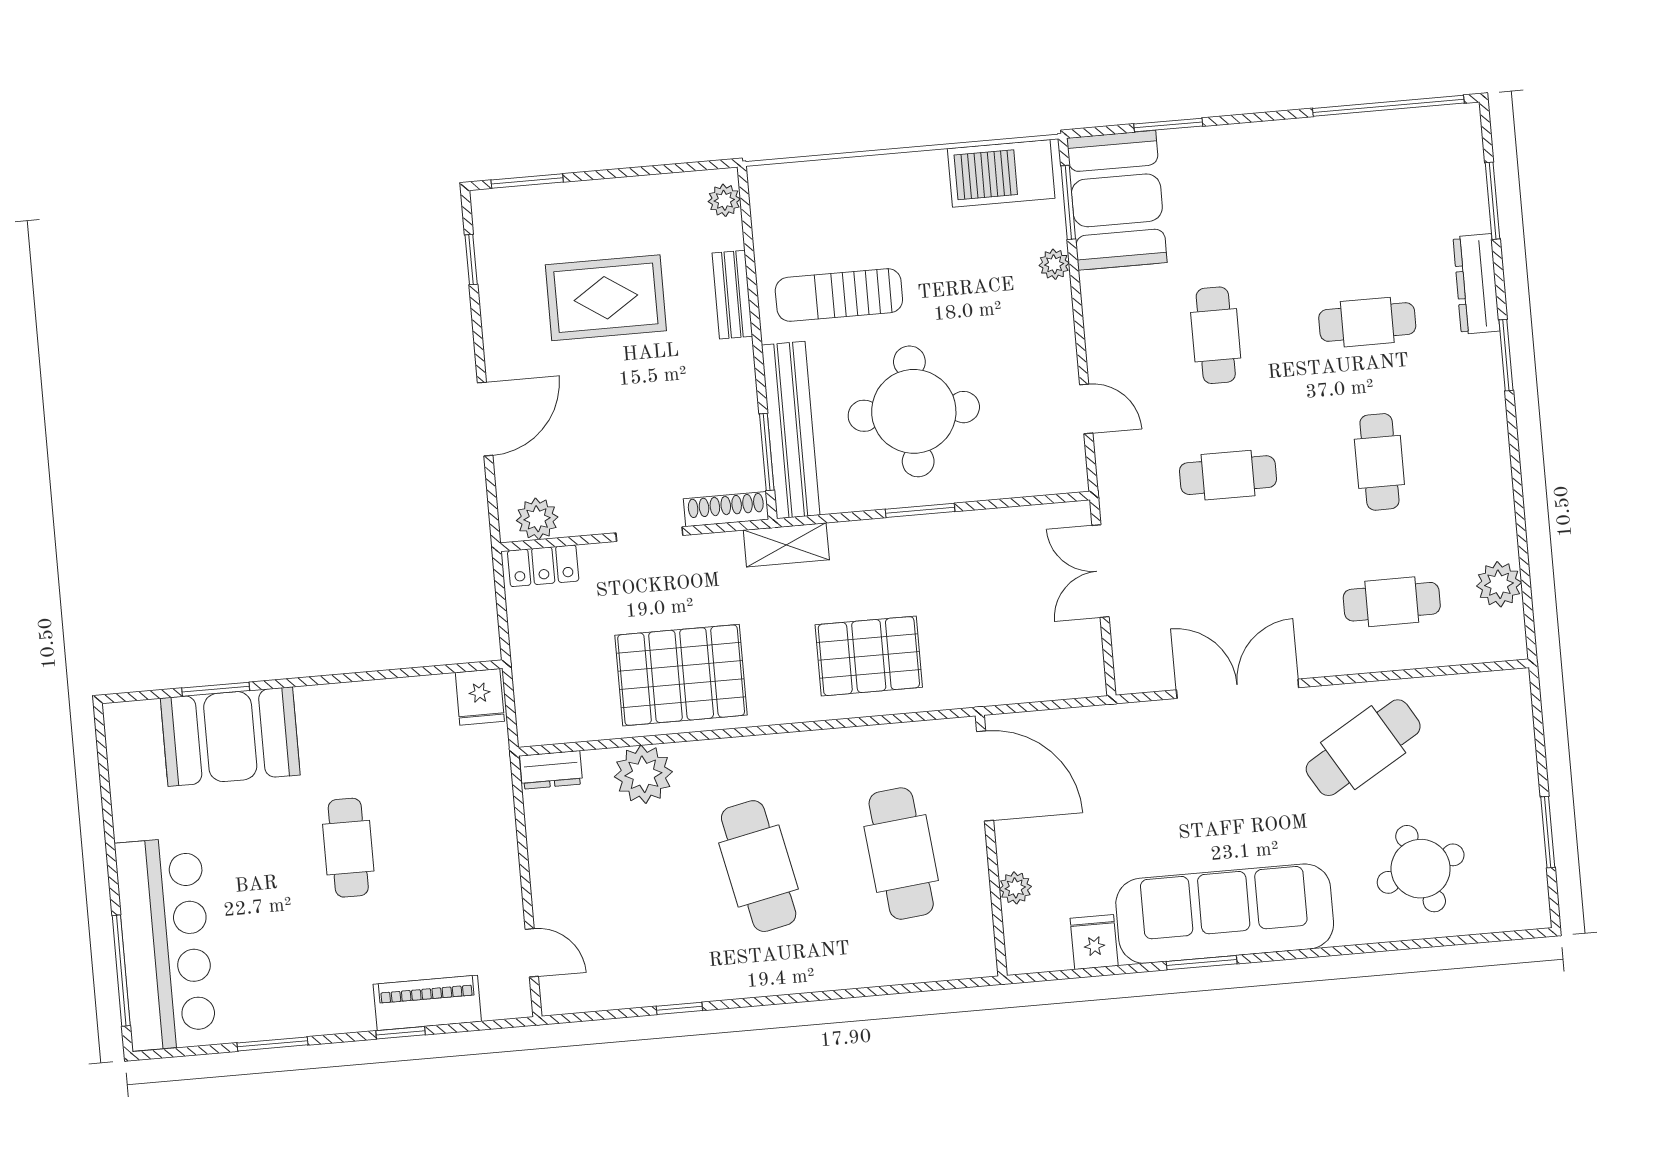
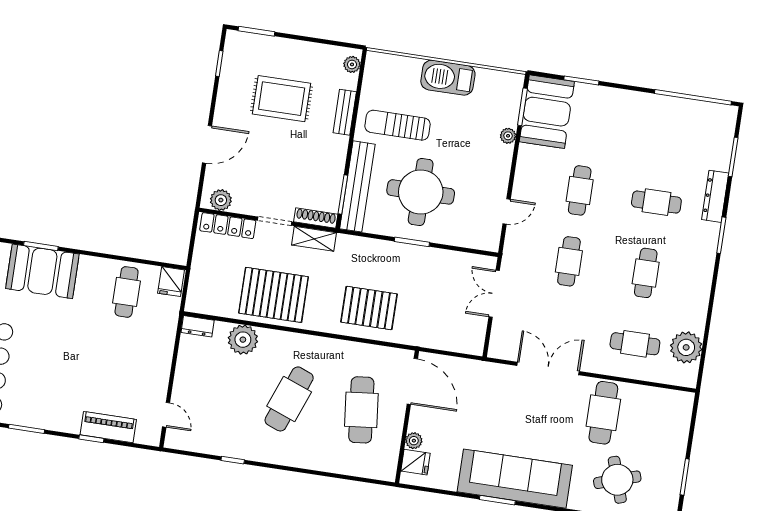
barbecue: (1001, 173) -> (448, 78), moved
door: (1086, 409) -> (507, 211), hinge flipped
cafe table: (1228, 475) -> (569, 261), turned 90
shelving: (786, 545) -> (314, 239), moved
locker: (543, 566) -> (228, 226), width x1.53
plant: (1499, 584) -> (686, 347), width x1.36, depth x1.36
cafe table: (1363, 748) -> (603, 413), turned -59
cafe table: (348, 848) -> (127, 292), moved
cafe table: (759, 866) -> (289, 399), turned 33
fridge: (1094, 942) -> (416, 462), moved, turned 90

